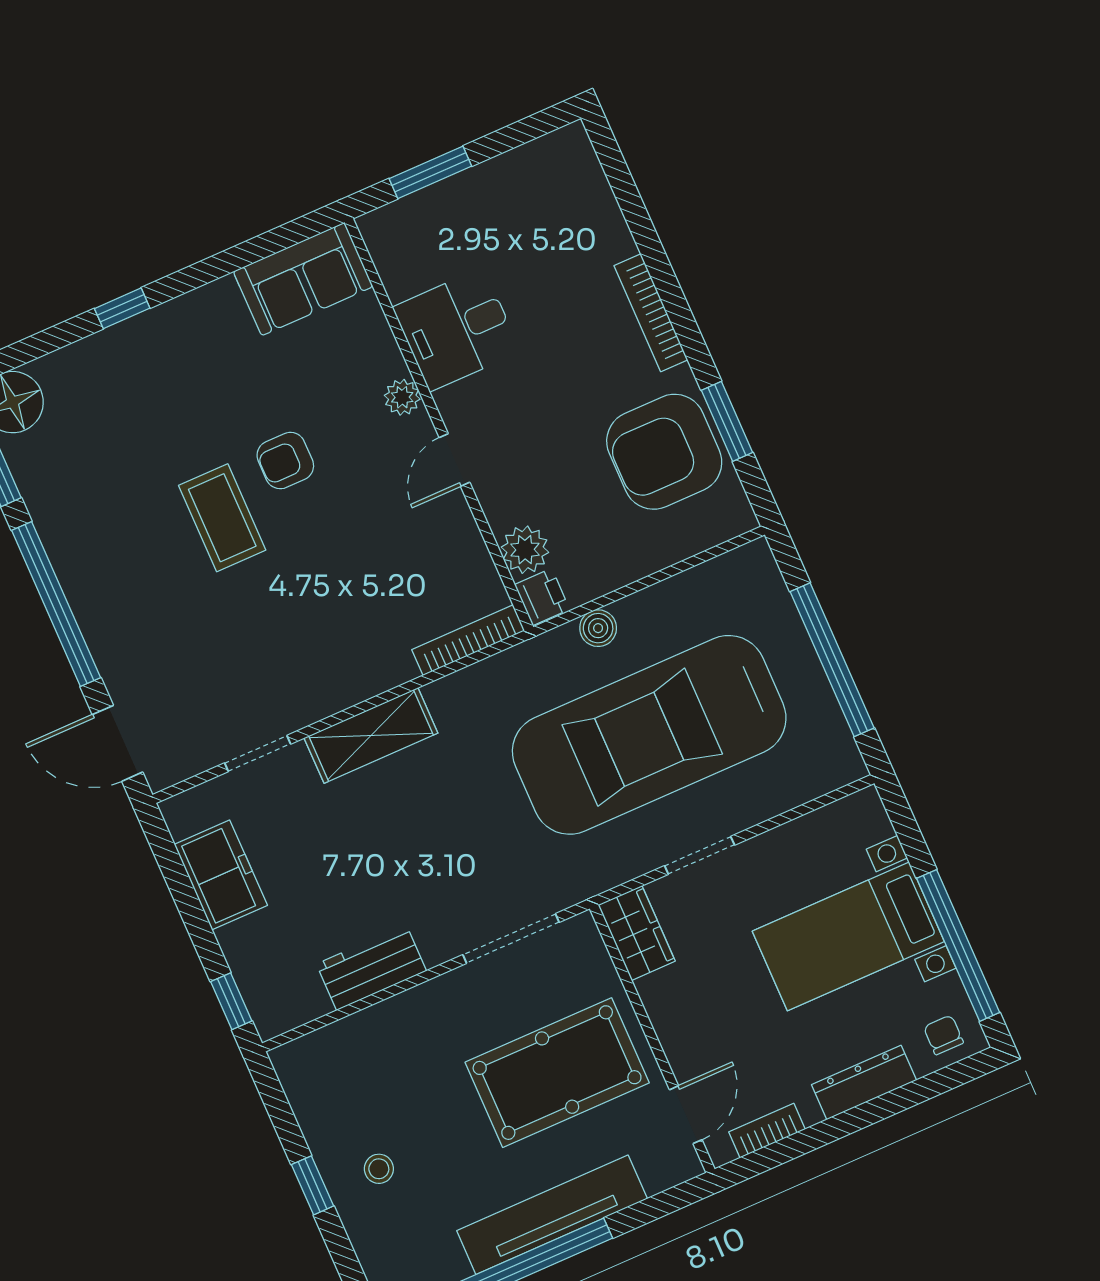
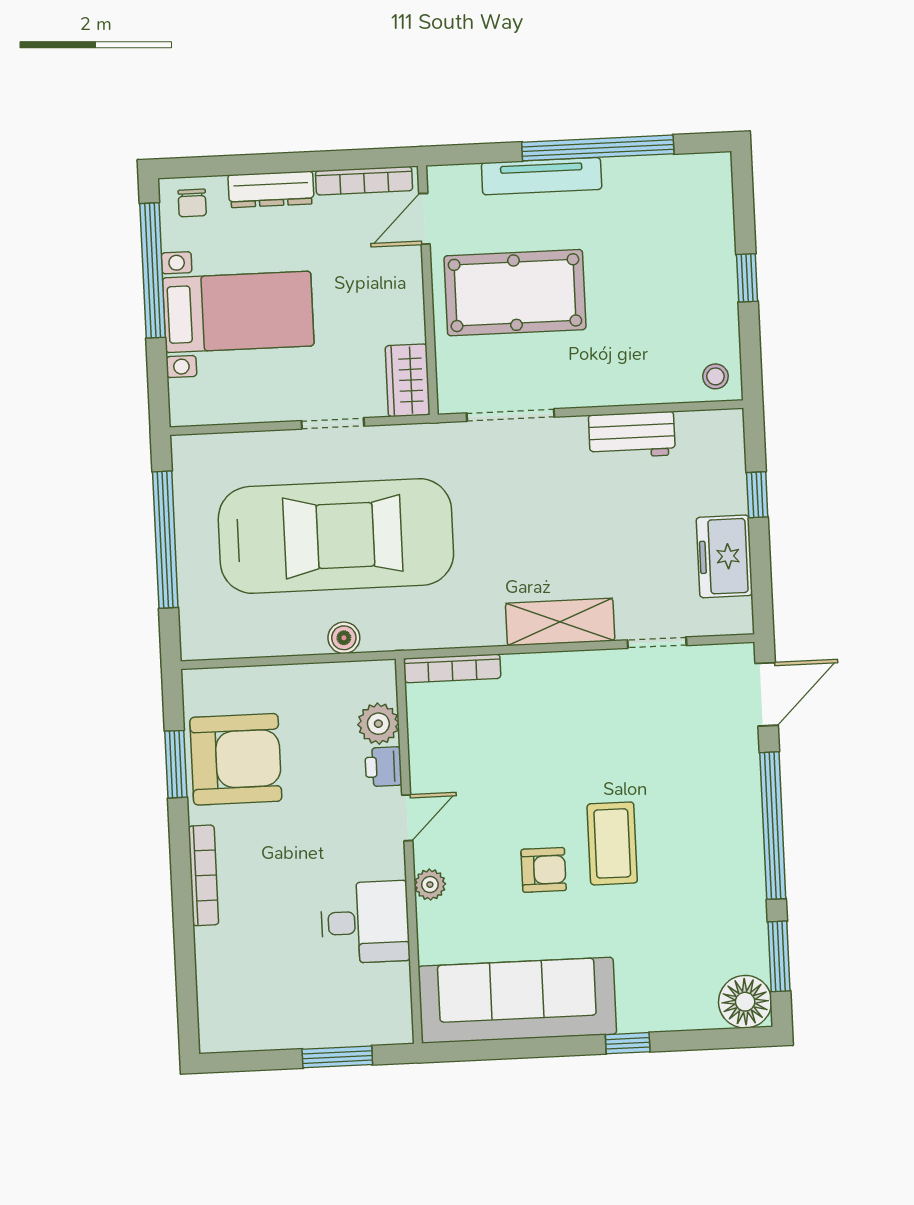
sofa: (303, 279) -> (517, 1000), width x1.85, depth x1.27
printer: (542, 597) -> (383, 767), moved
door: (118, 743) -> (767, 694), hinge flipped
window: (231, 1001) -> (757, 495), moved
bookcase: (767, 1131) -> (364, 181), width x1.56
stool: (379, 1169) -> (715, 376), moved
tv unit: (552, 1215) -> (542, 176), width x0.73, depth x0.78

